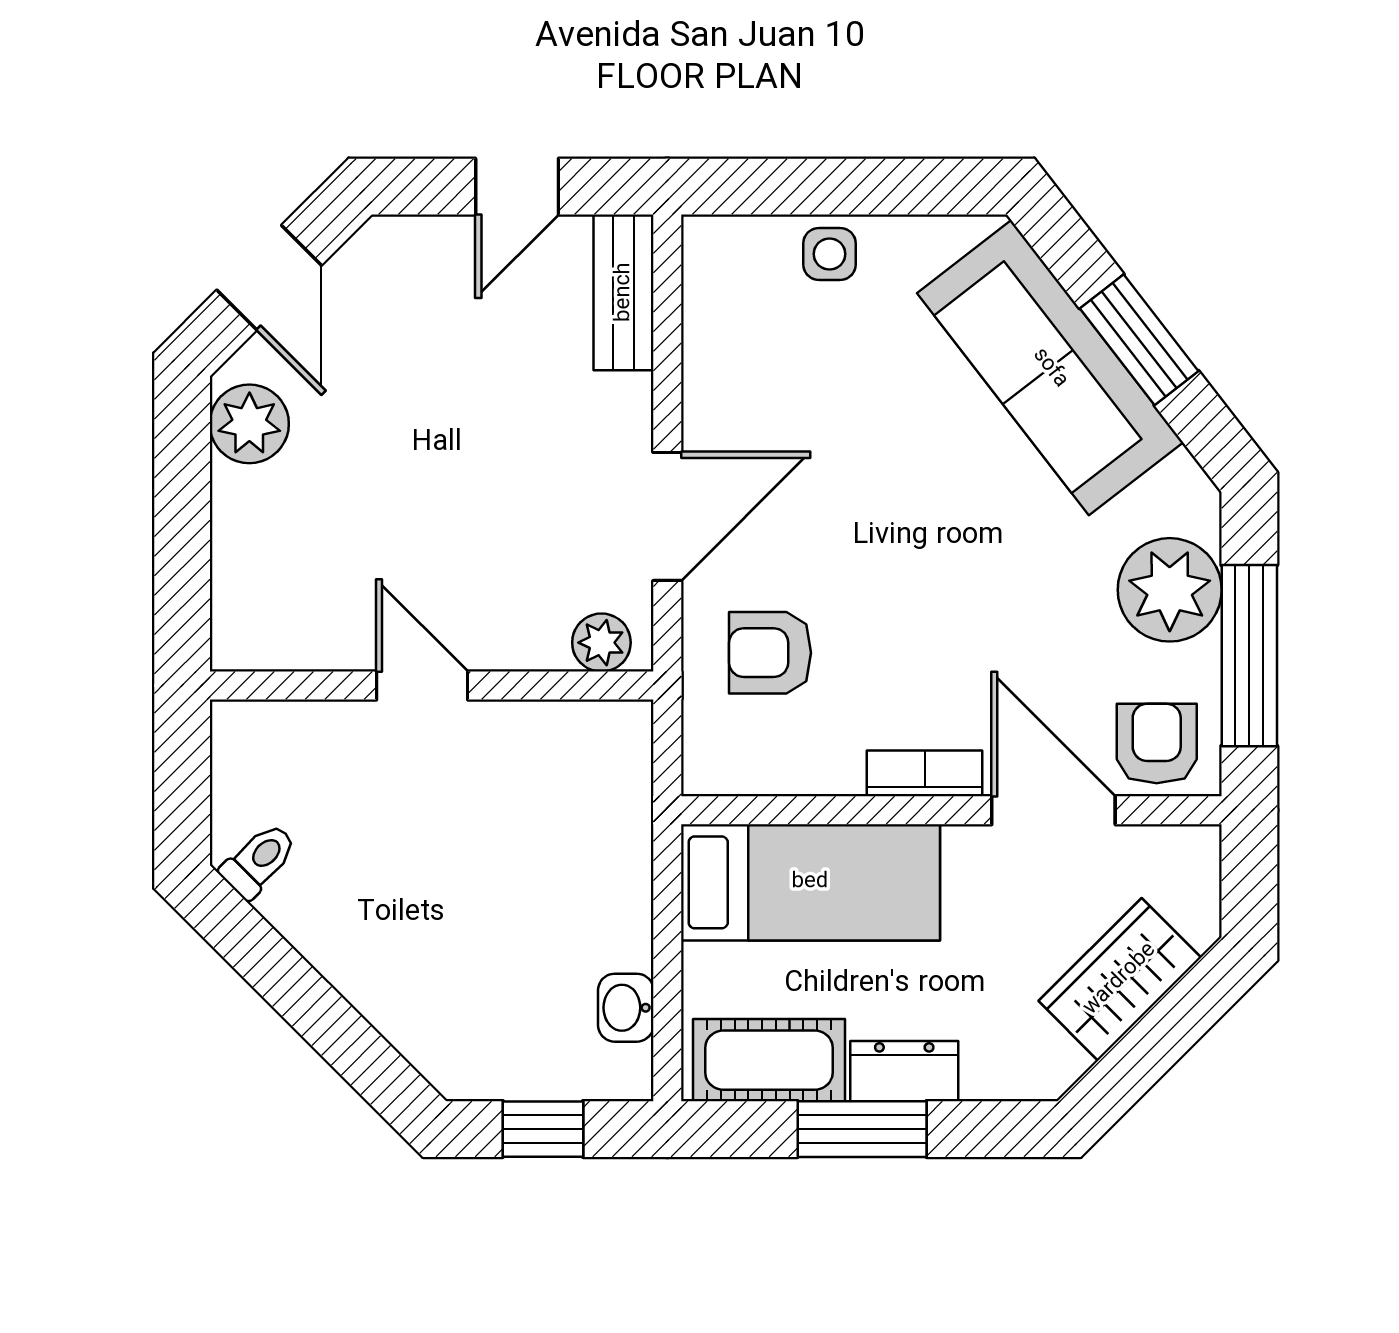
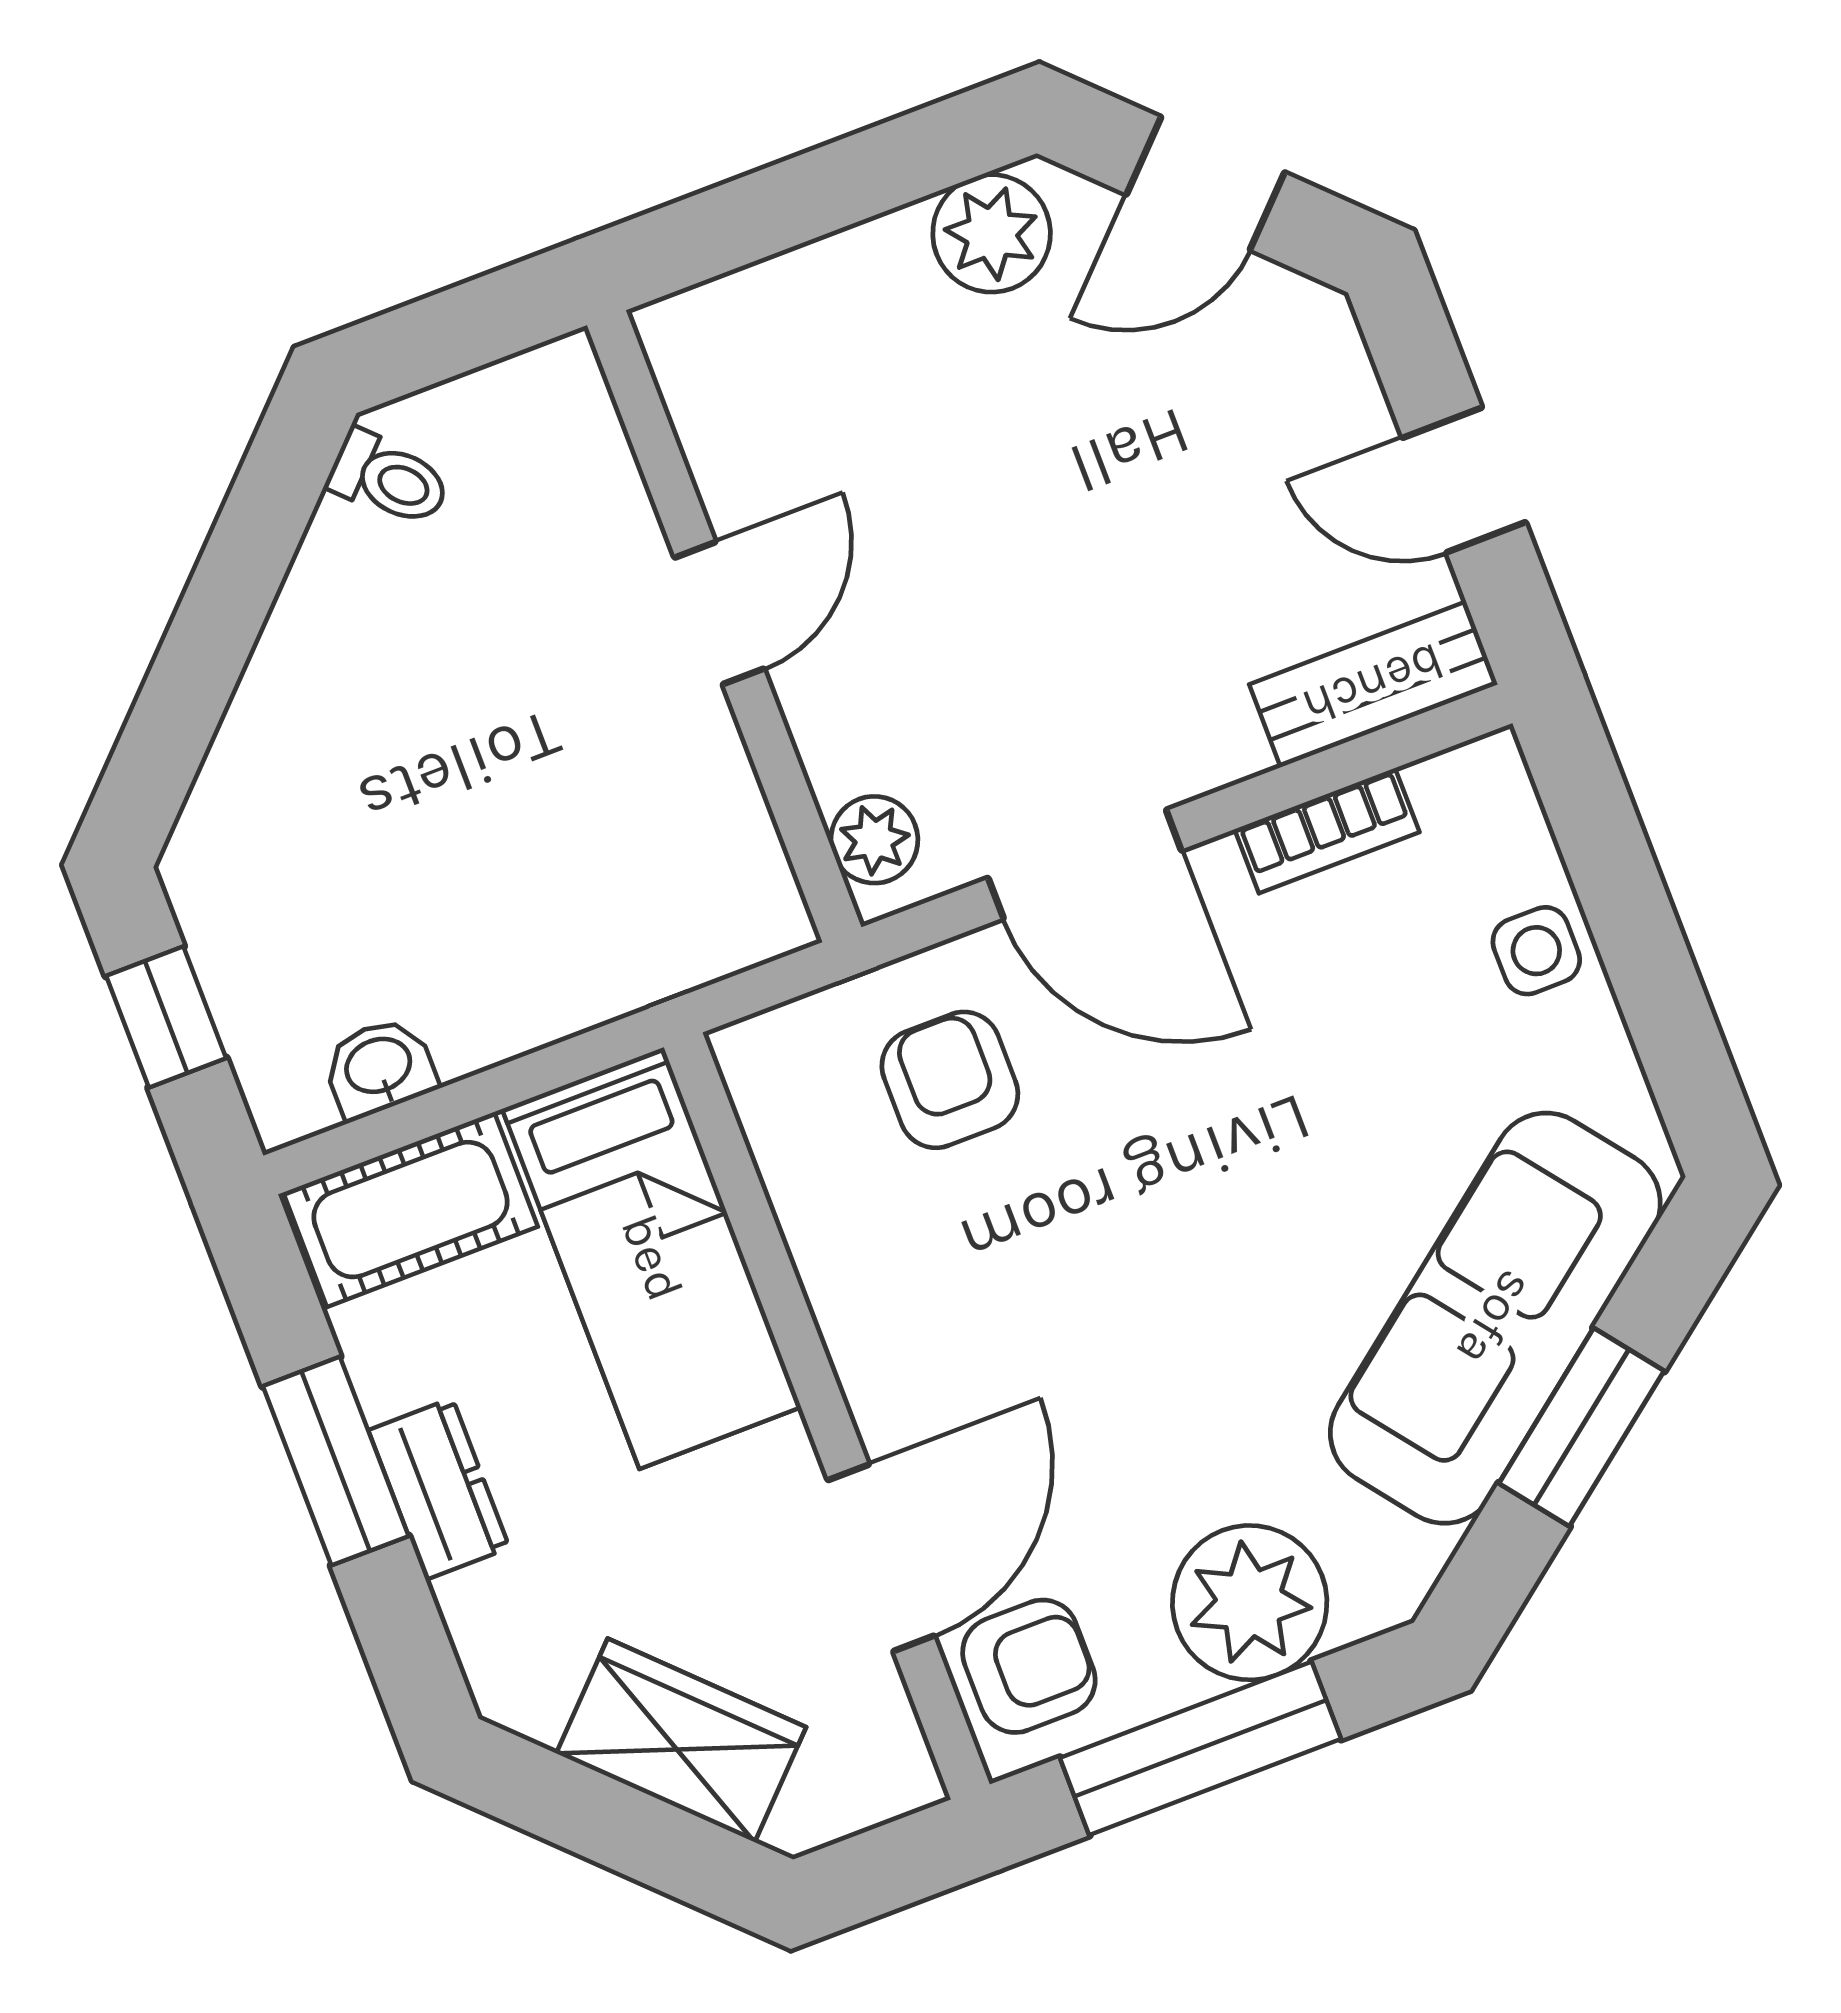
bookcase: (925, 773) -> (1327, 831), moved, turned 90
cot: (769, 1060) -> (410, 1210), moved, turned 90

